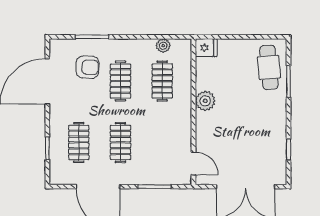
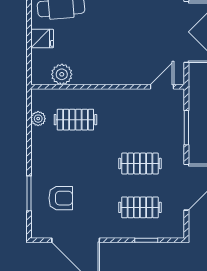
fridge: (206, 48) -> (42, 39), moved, turned 90
armchair: (88, 67) -> (61, 198), turned 88
clothes rail: (120, 81) -> (75, 164), removed
plant: (205, 101) -> (62, 74), moved

